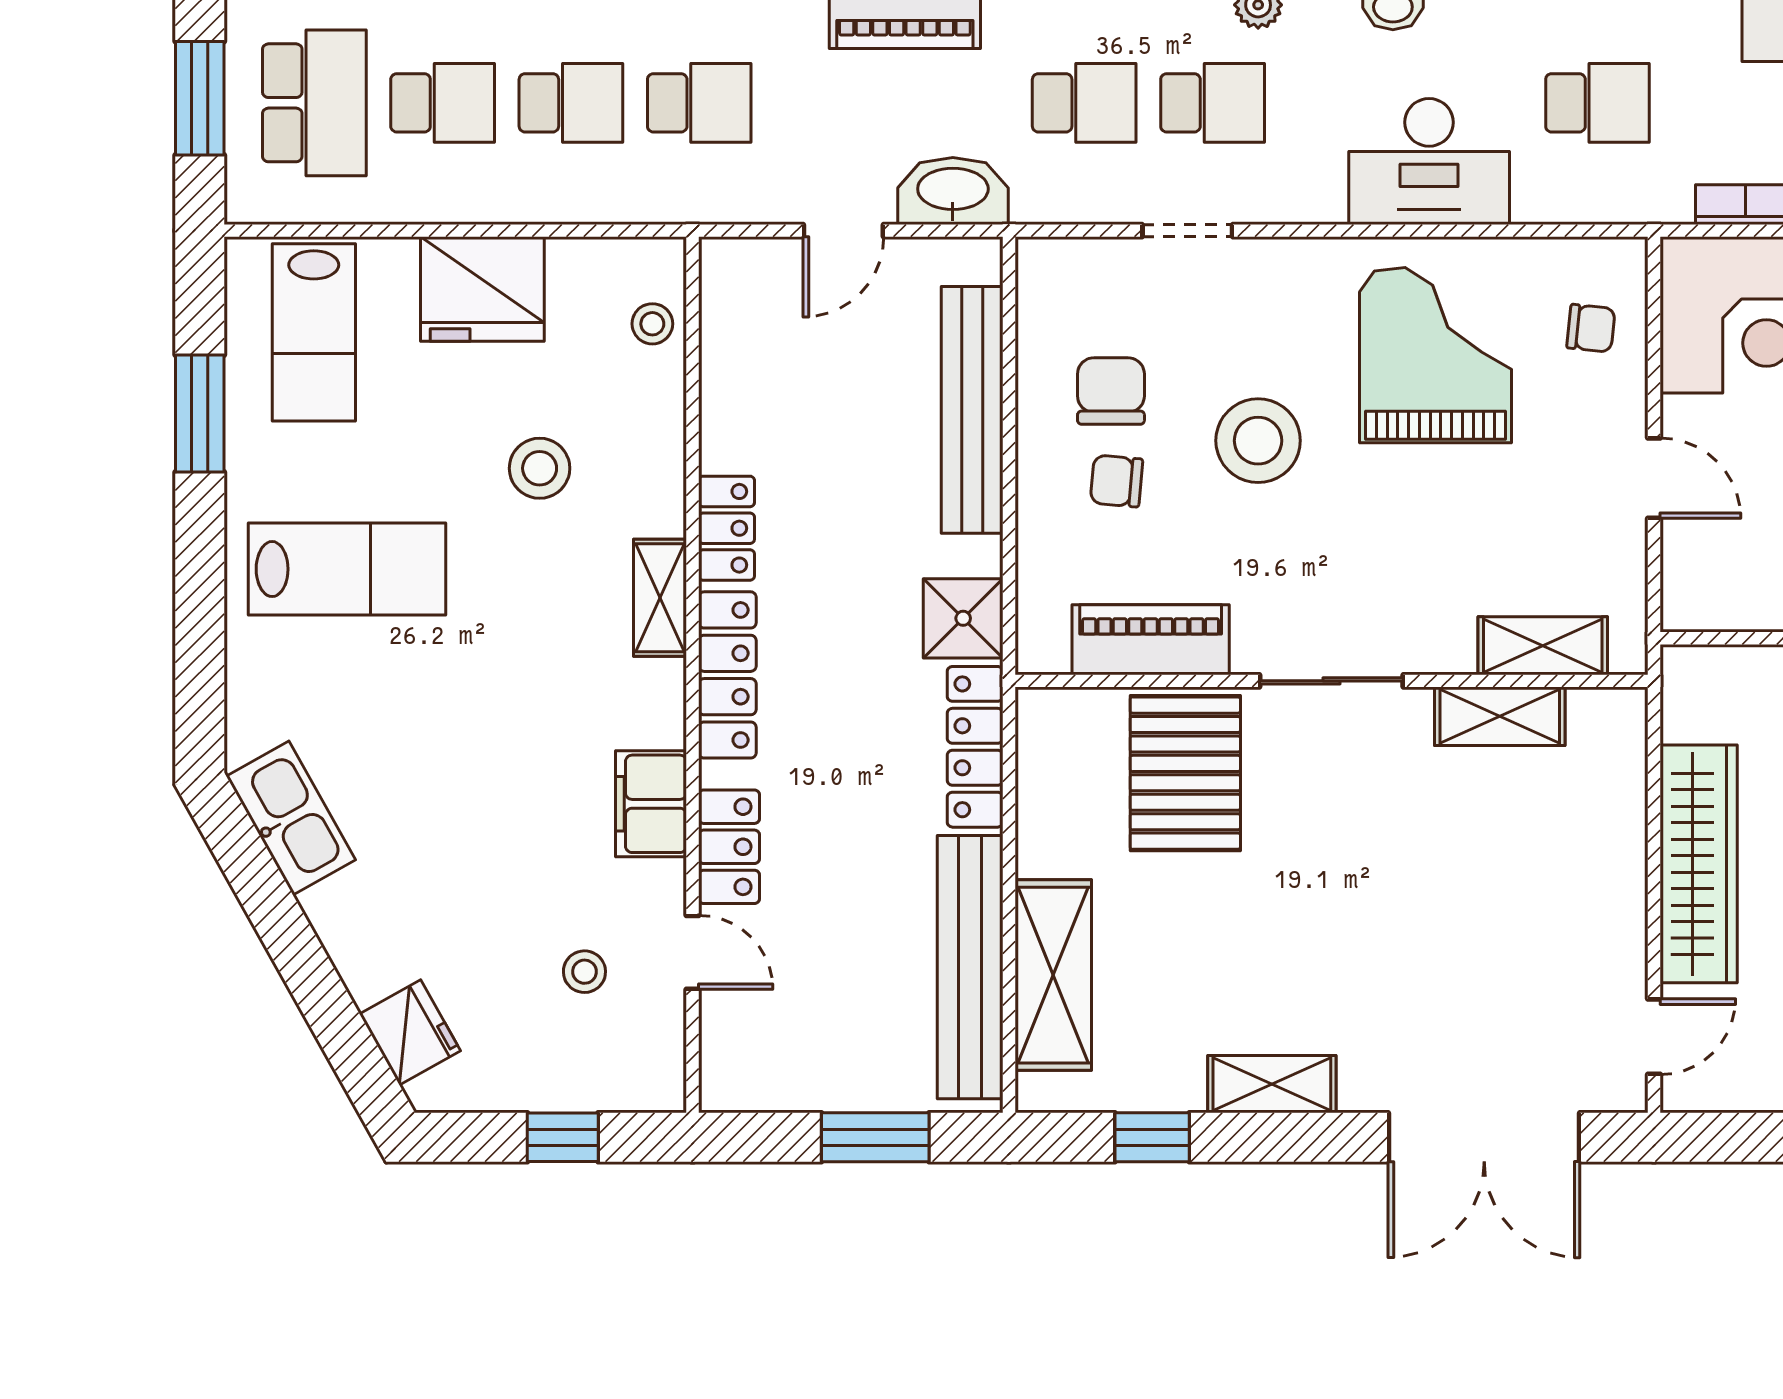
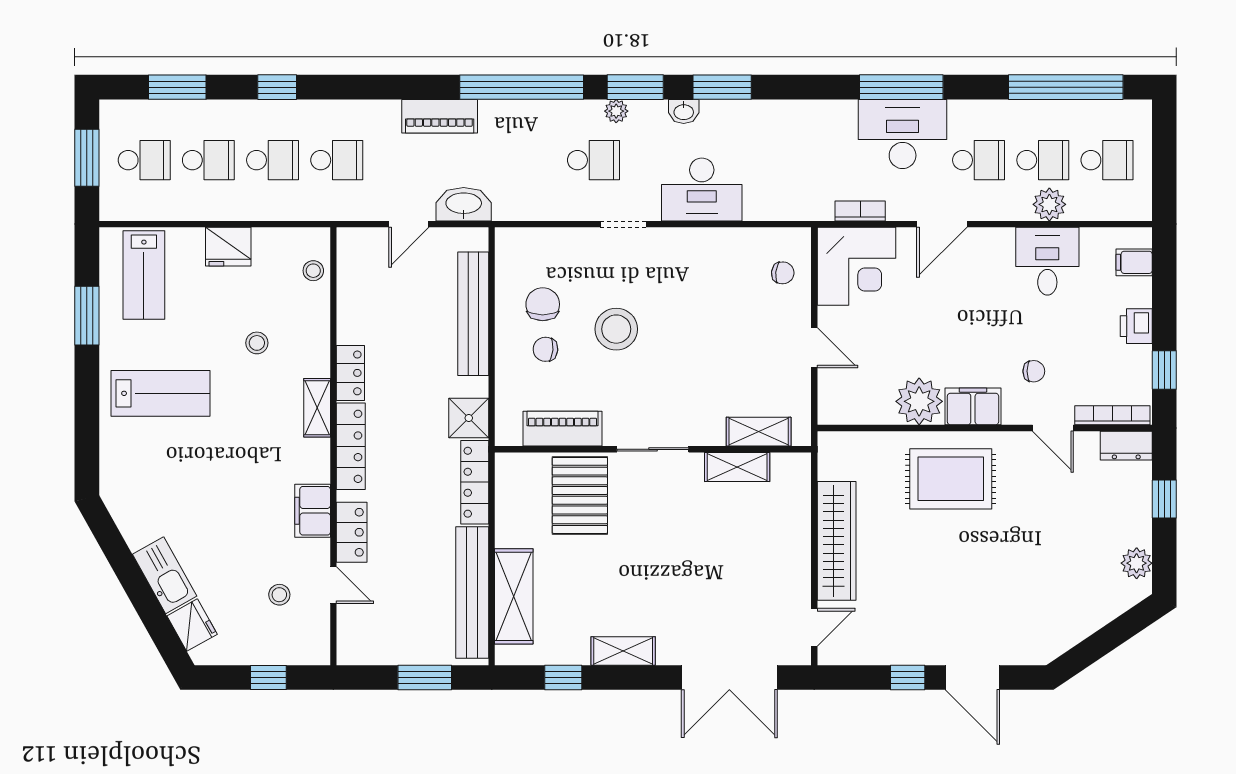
school desk: (314, 103) -> (144, 160), width x0.54
school desk: (1084, 103) -> (529, 160), removed
school desk: (1597, 103) -> (786, 160), removed
doorway: (1187, 231) -> (623, 224), moved
fridge: (482, 289) -> (228, 247), width x0.73, depth x0.75
grand piano: (1435, 355) -> (705, 286), removed
stool: (540, 468) -> (257, 343), width x0.73, depth x0.73
kitchen sink: (291, 818) -> (165, 575), moved

